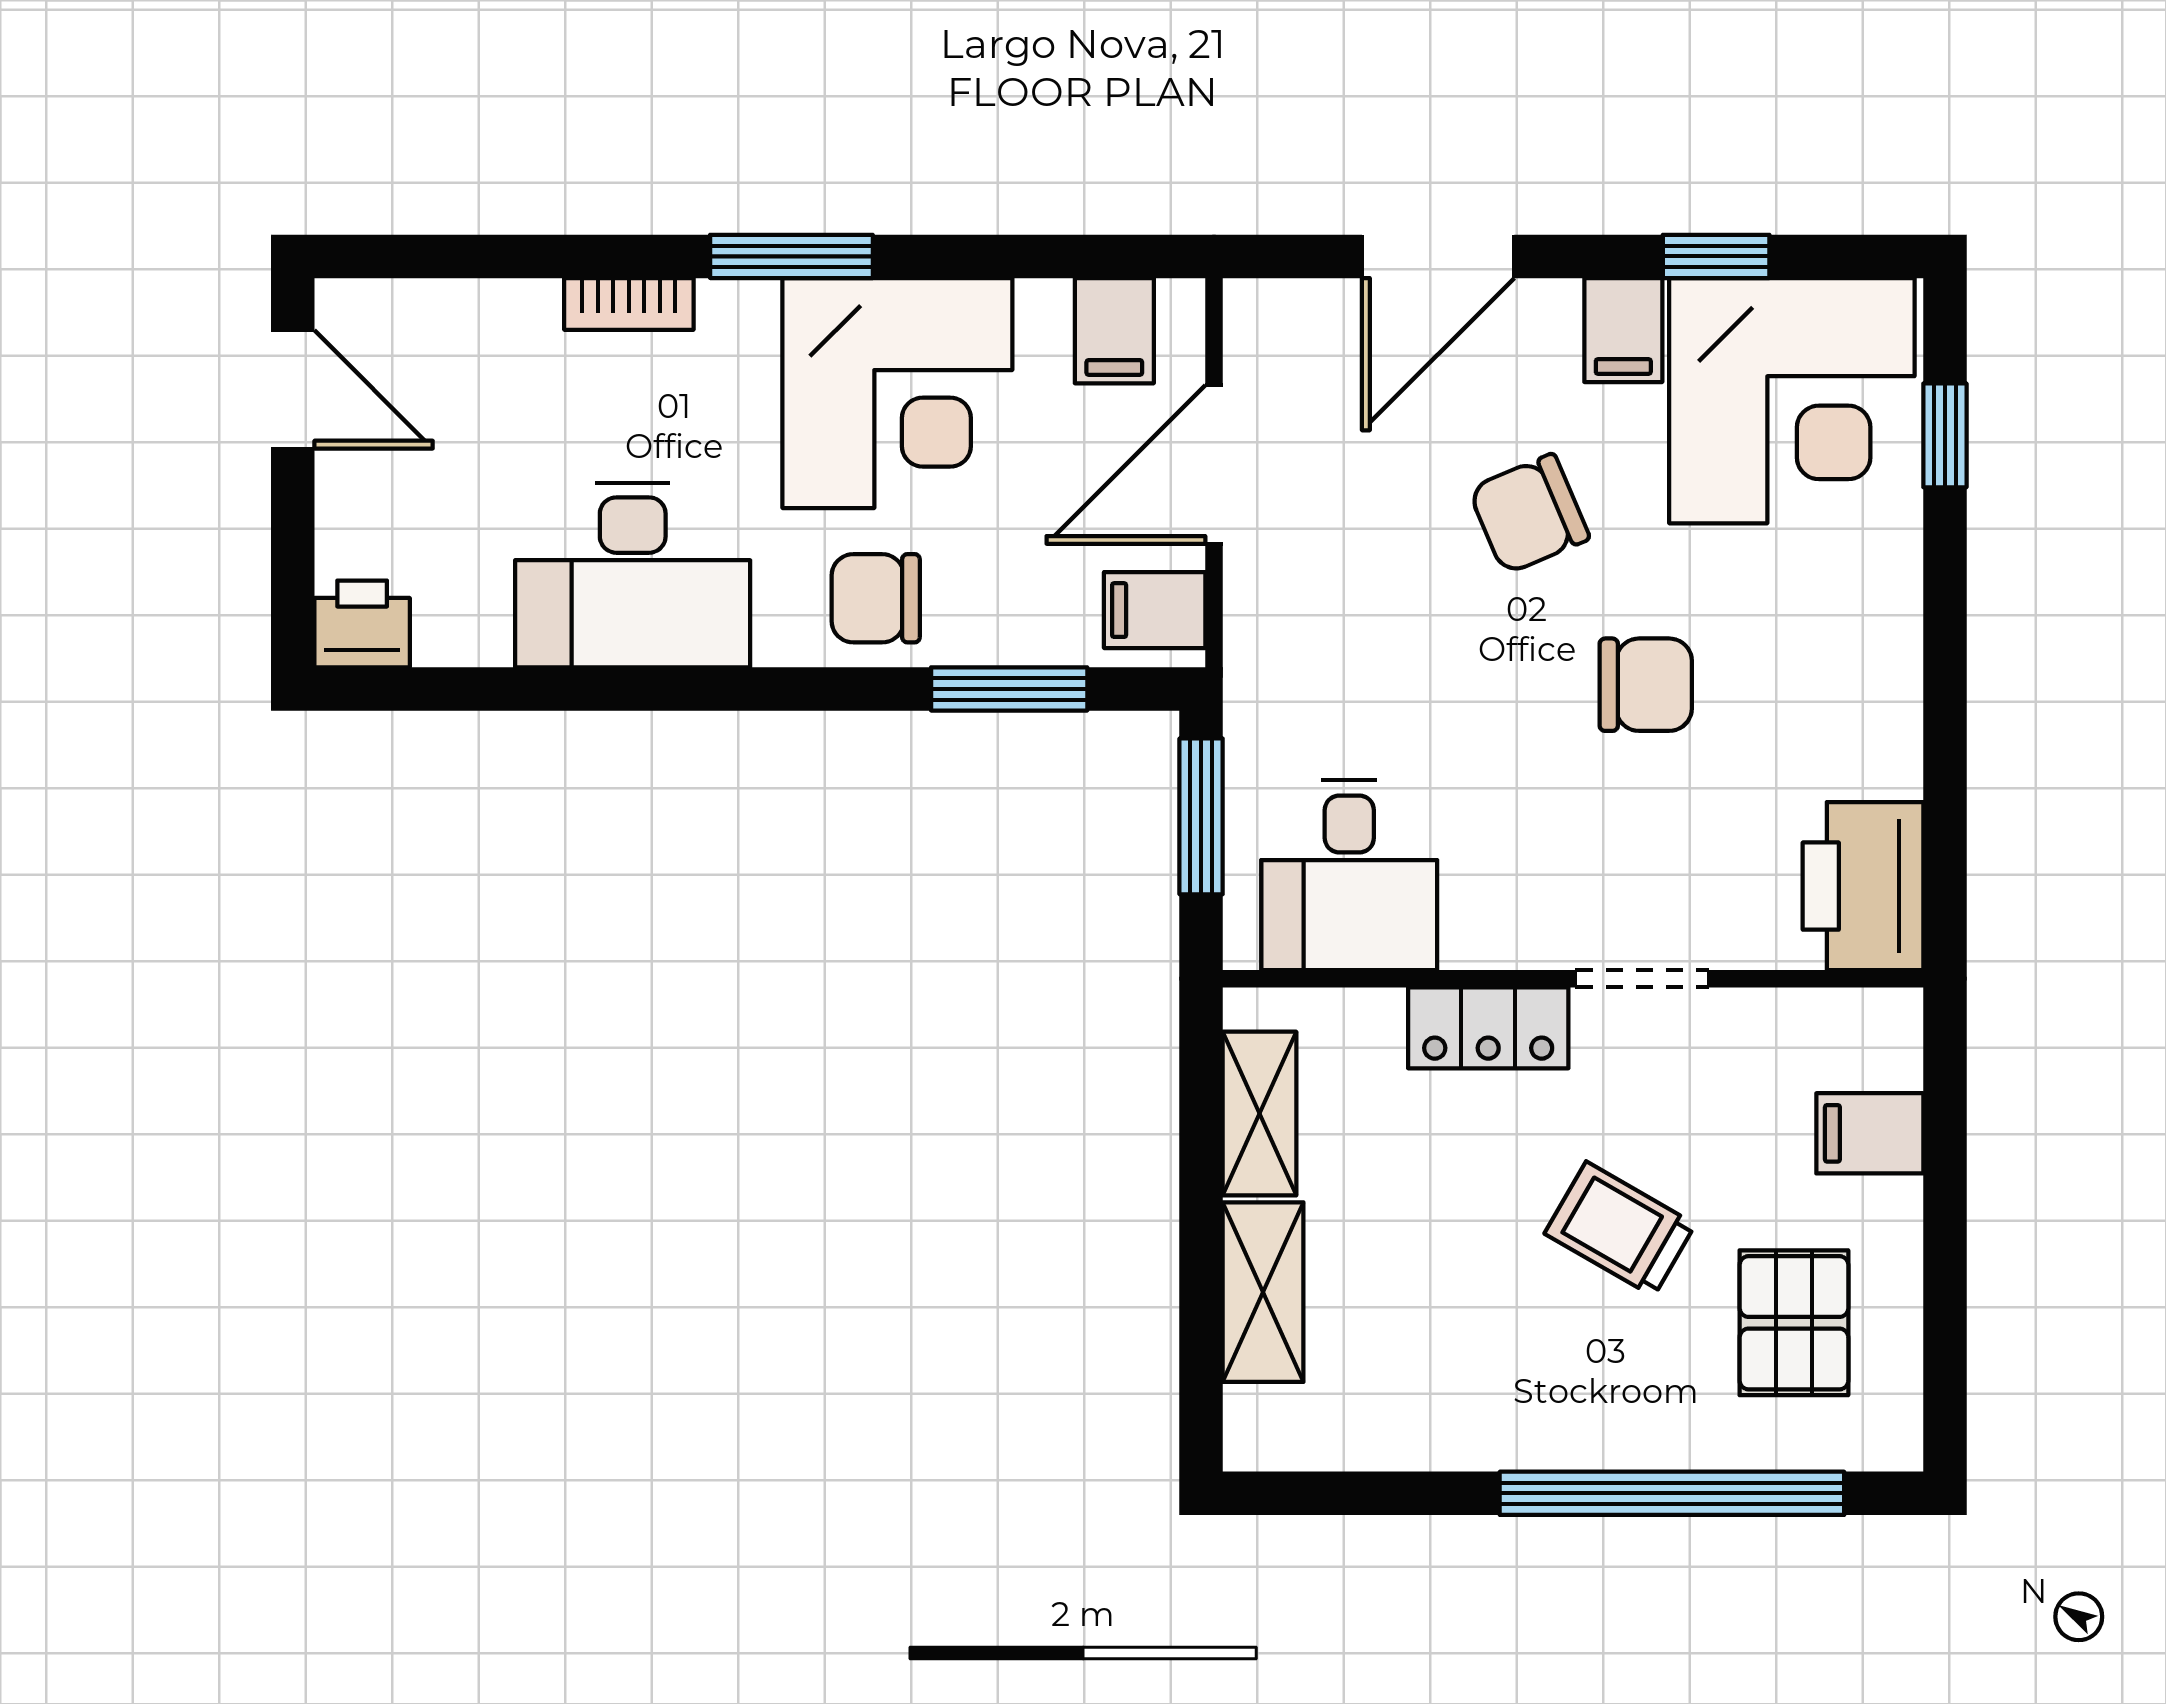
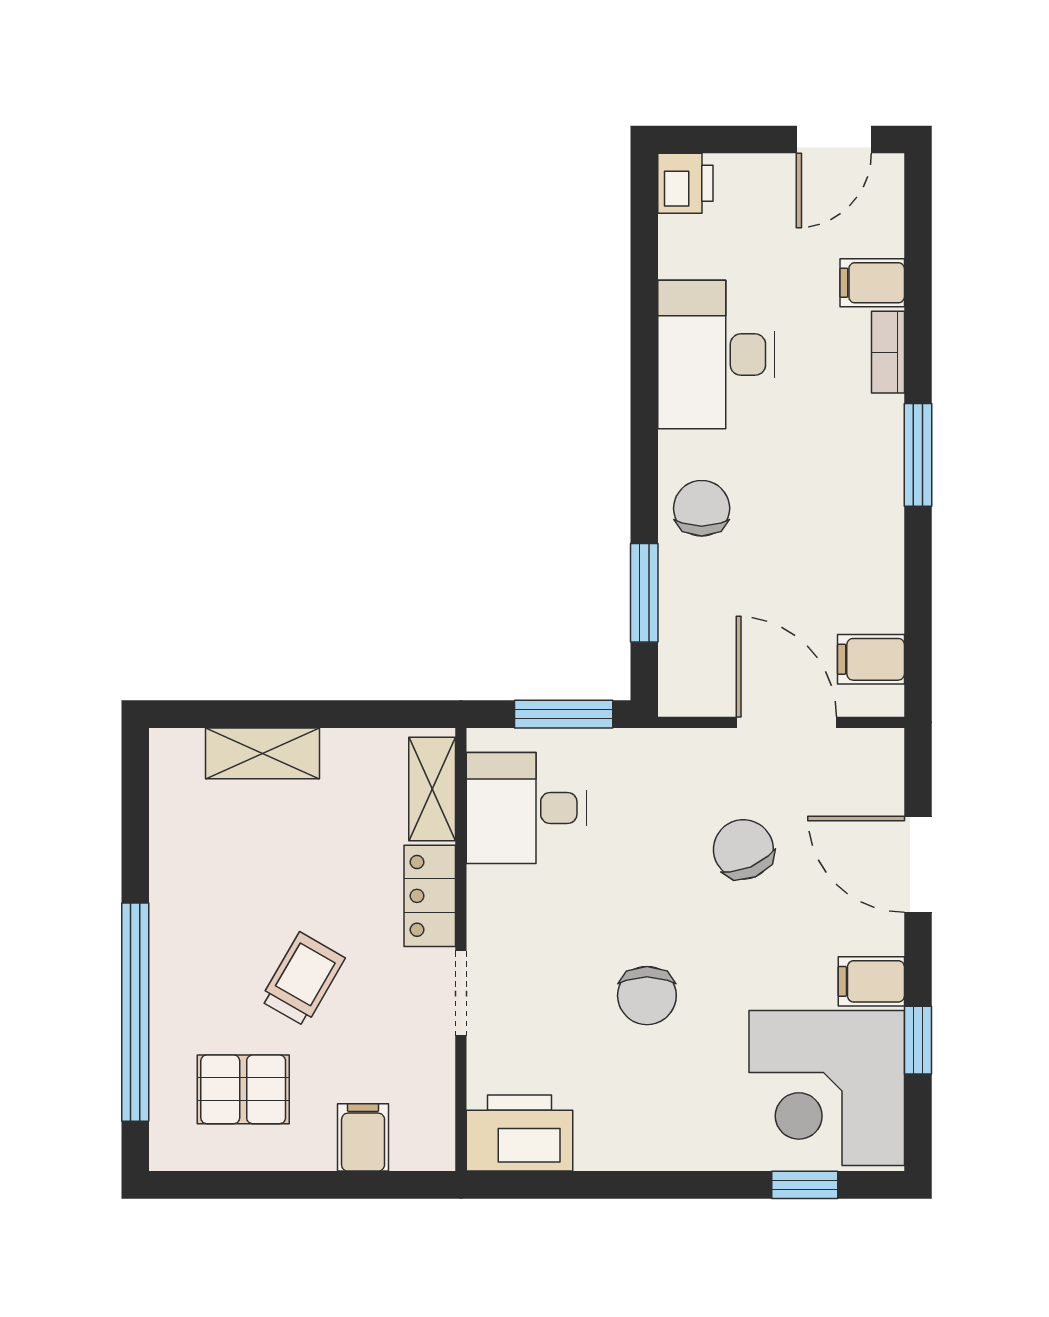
corner desk: (897, 393) -> (832, 522), removed
chair: (1529, 514) -> (743, 849), moved
filing cabinet: (1155, 610) -> (872, 283), moved, turned -90
shelving: (1260, 1114) -> (432, 789), moved, turned 90

